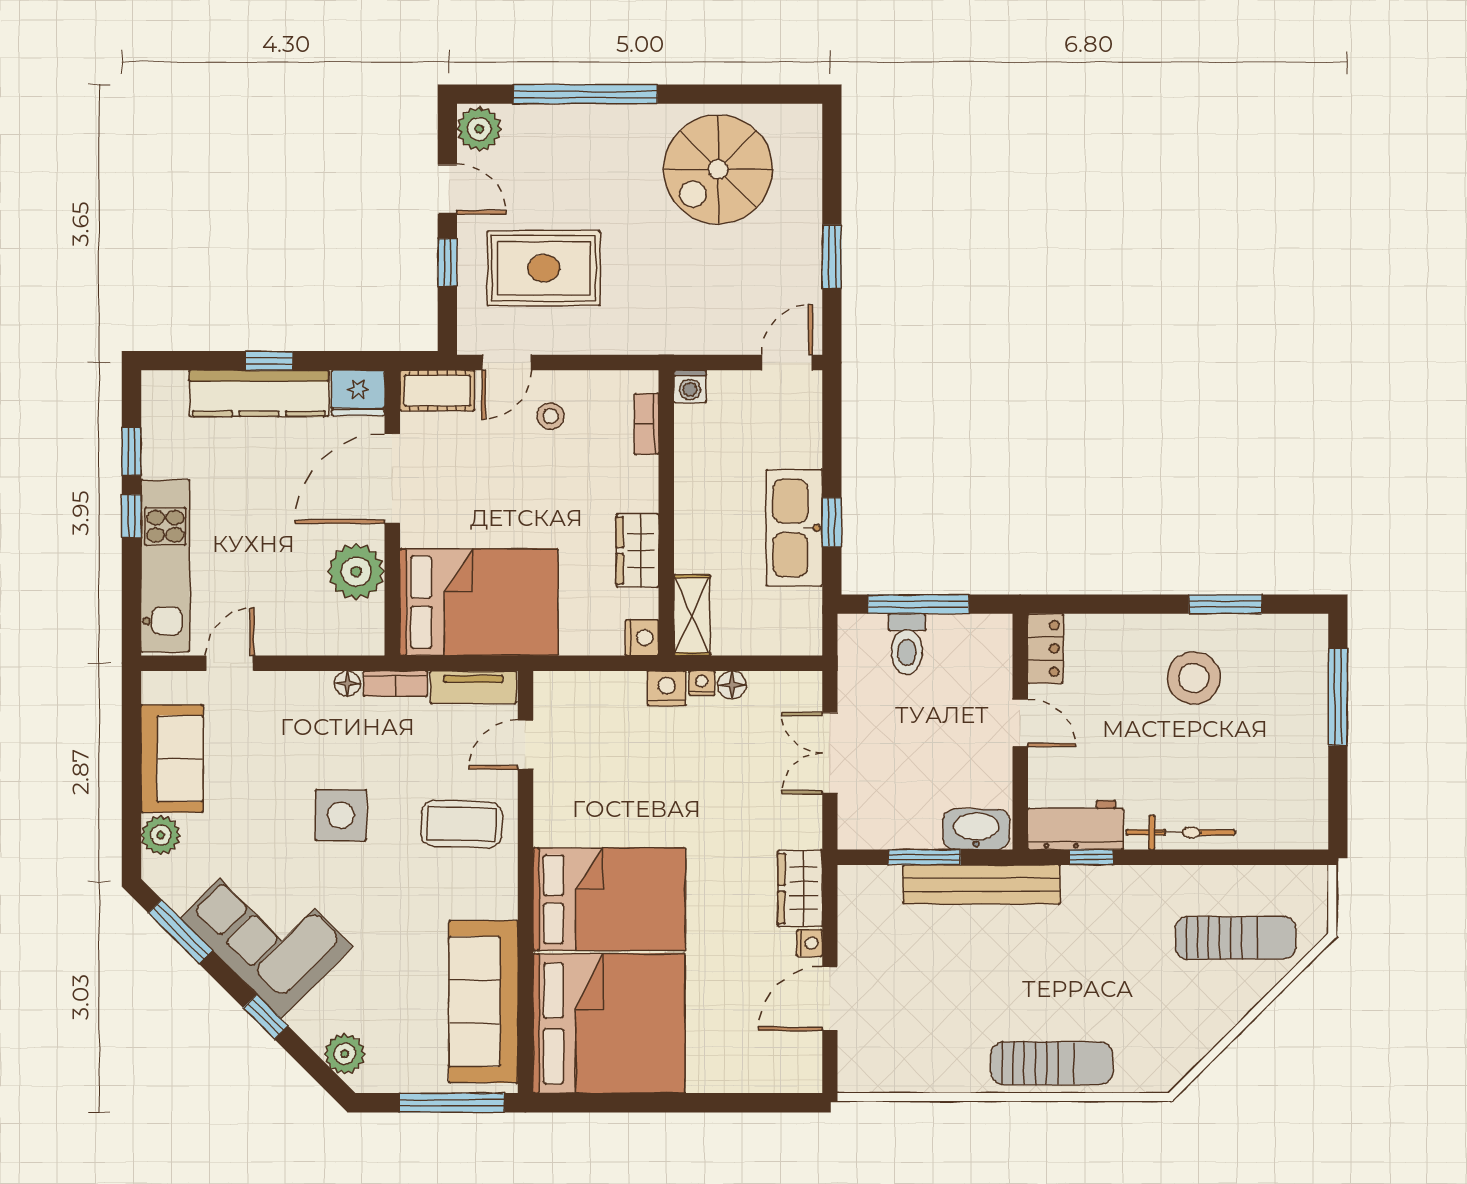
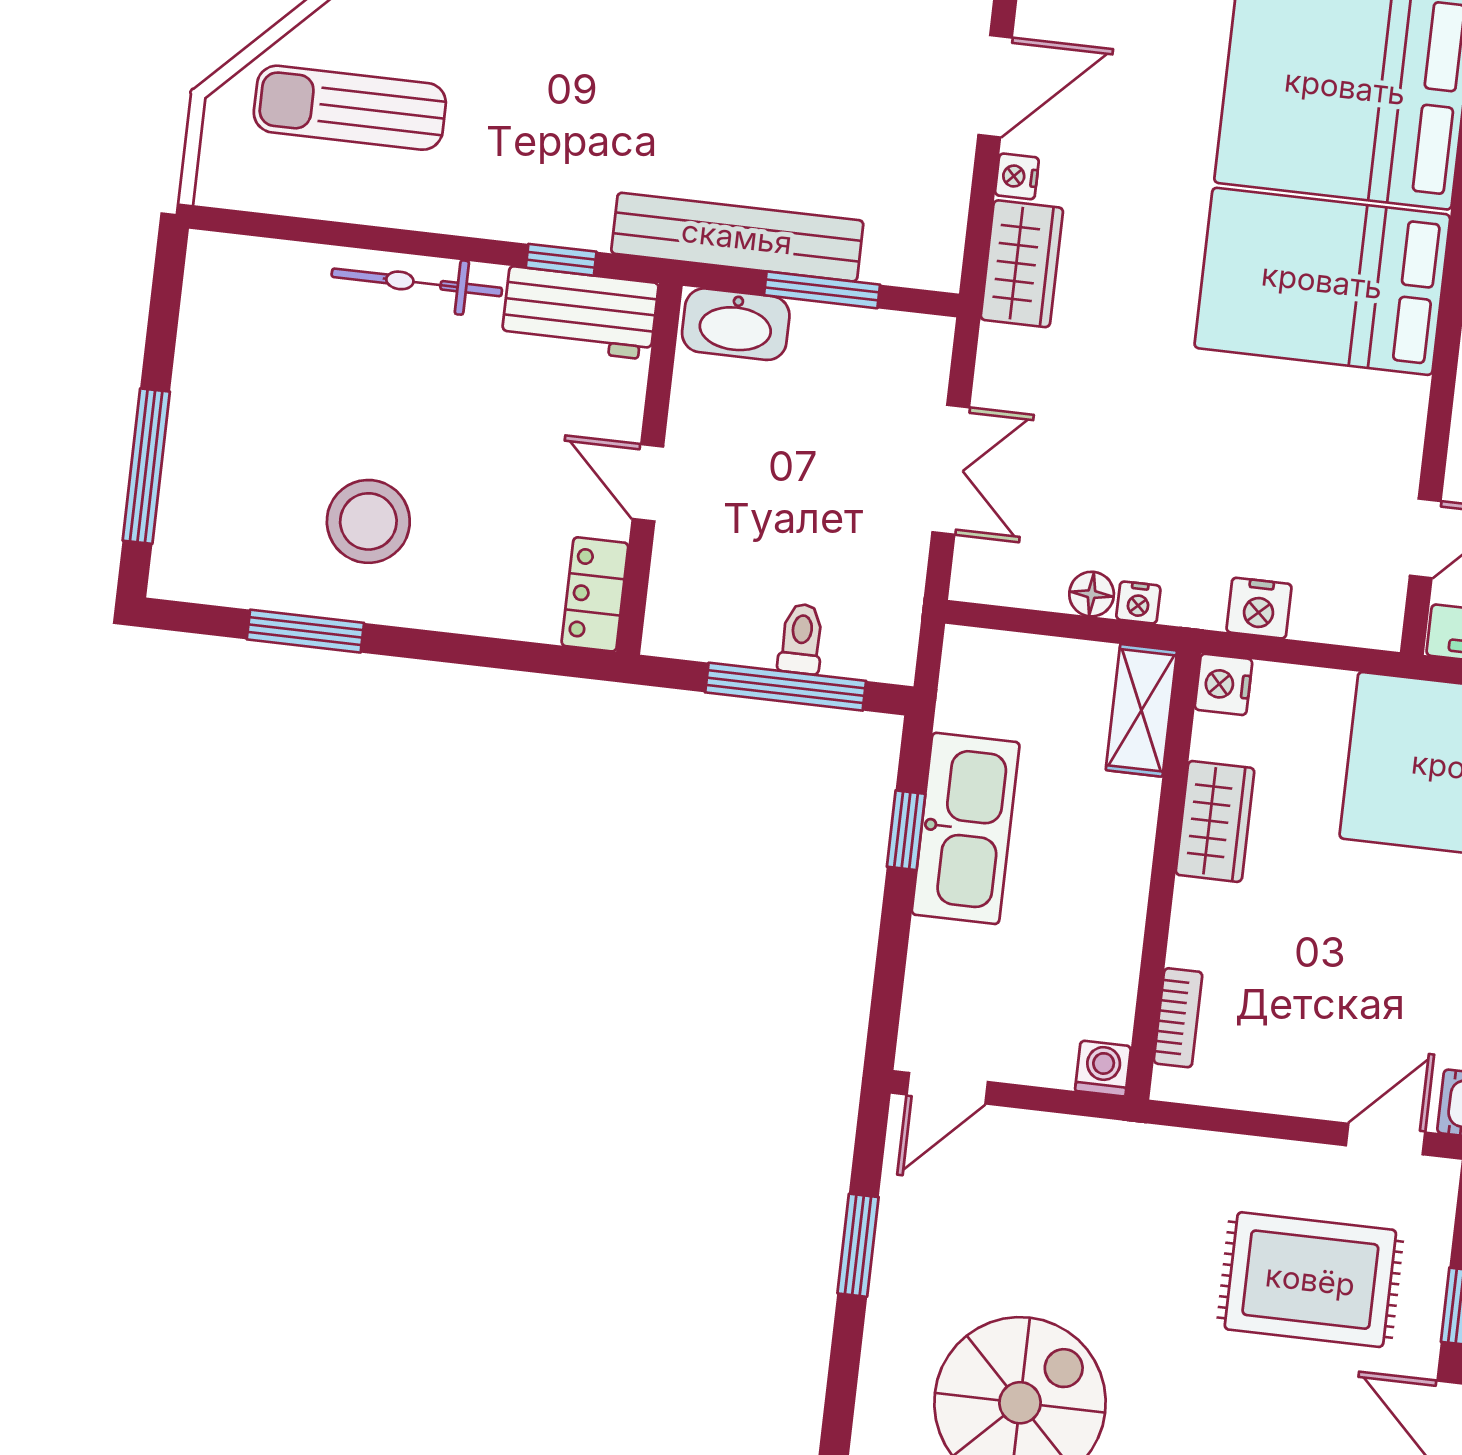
stool: (551, 416) -> (1326, 1047), removed
toilet: (907, 644) -> (801, 639), width x0.73, depth x0.72
nightstand: (667, 688) -> (1259, 608), moved

